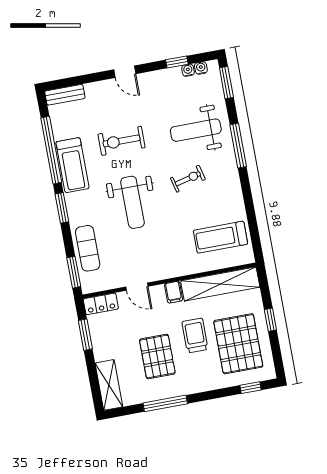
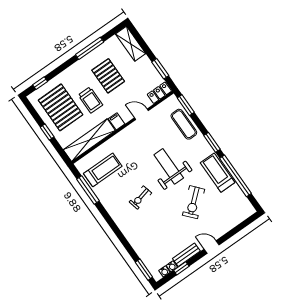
bench: (65, 95) -> (186, 255), moved
weight bench: (196, 130) -> (150, 231), removed
exercise bike: (122, 141) -> (194, 202), turned 139
window: (238, 146) -> (88, 190), moved

